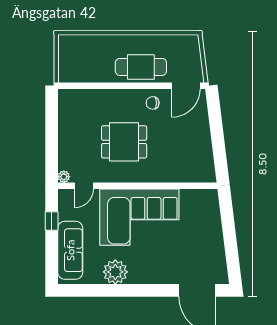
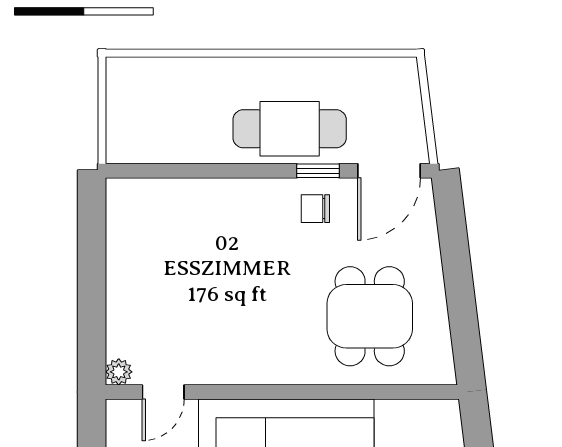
window: (154, 86) -> (318, 171), added
dining table: (124, 142) -> (370, 316), moved, turned 90

